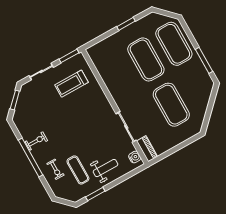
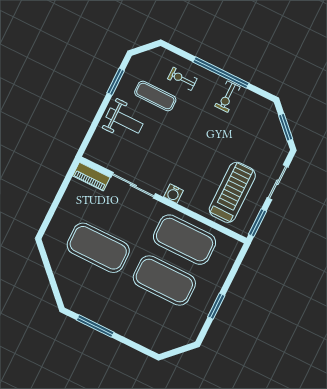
exercise mat: (174, 44) -> (185, 240), moved
treadmill: (72, 84) -> (232, 192), width x1.37, depth x1.38
water cooler: (135, 157) -> (174, 194), moved
weight bench: (106, 168) -> (124, 120), turned -90

